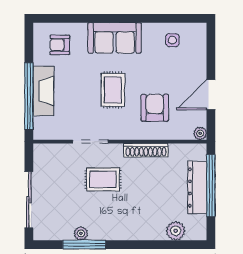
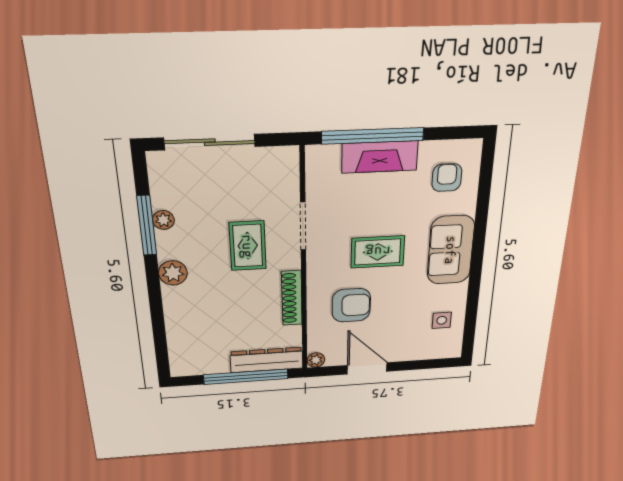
dresser: (197, 187) -> (267, 360), moved
plant: (176, 231) -> (173, 273), moved

